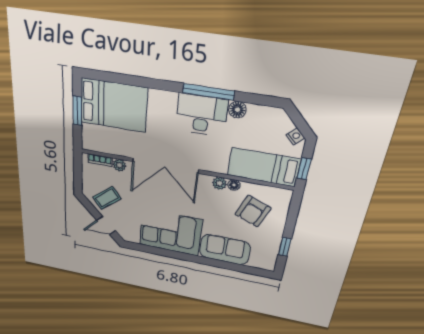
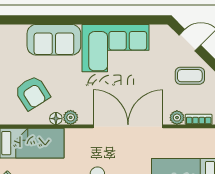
coffee table: (107, 198) -> (190, 76), turned 39
armchair: (253, 211) -> (32, 93), turned 126

